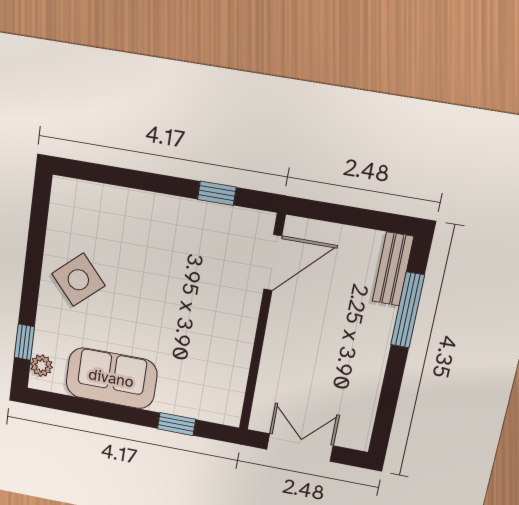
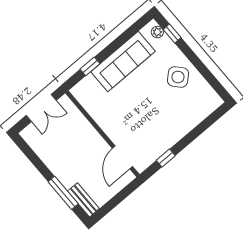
sofa: (111, 378) -> (123, 62), width x1.36

